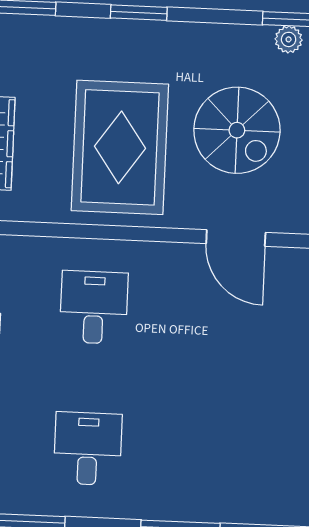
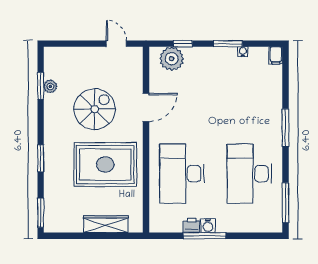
desk: (94, 307) -> (182, 174), width x1.87, depth x1.30
desk: (88, 449) -> (249, 174), width x1.87, depth x1.30

